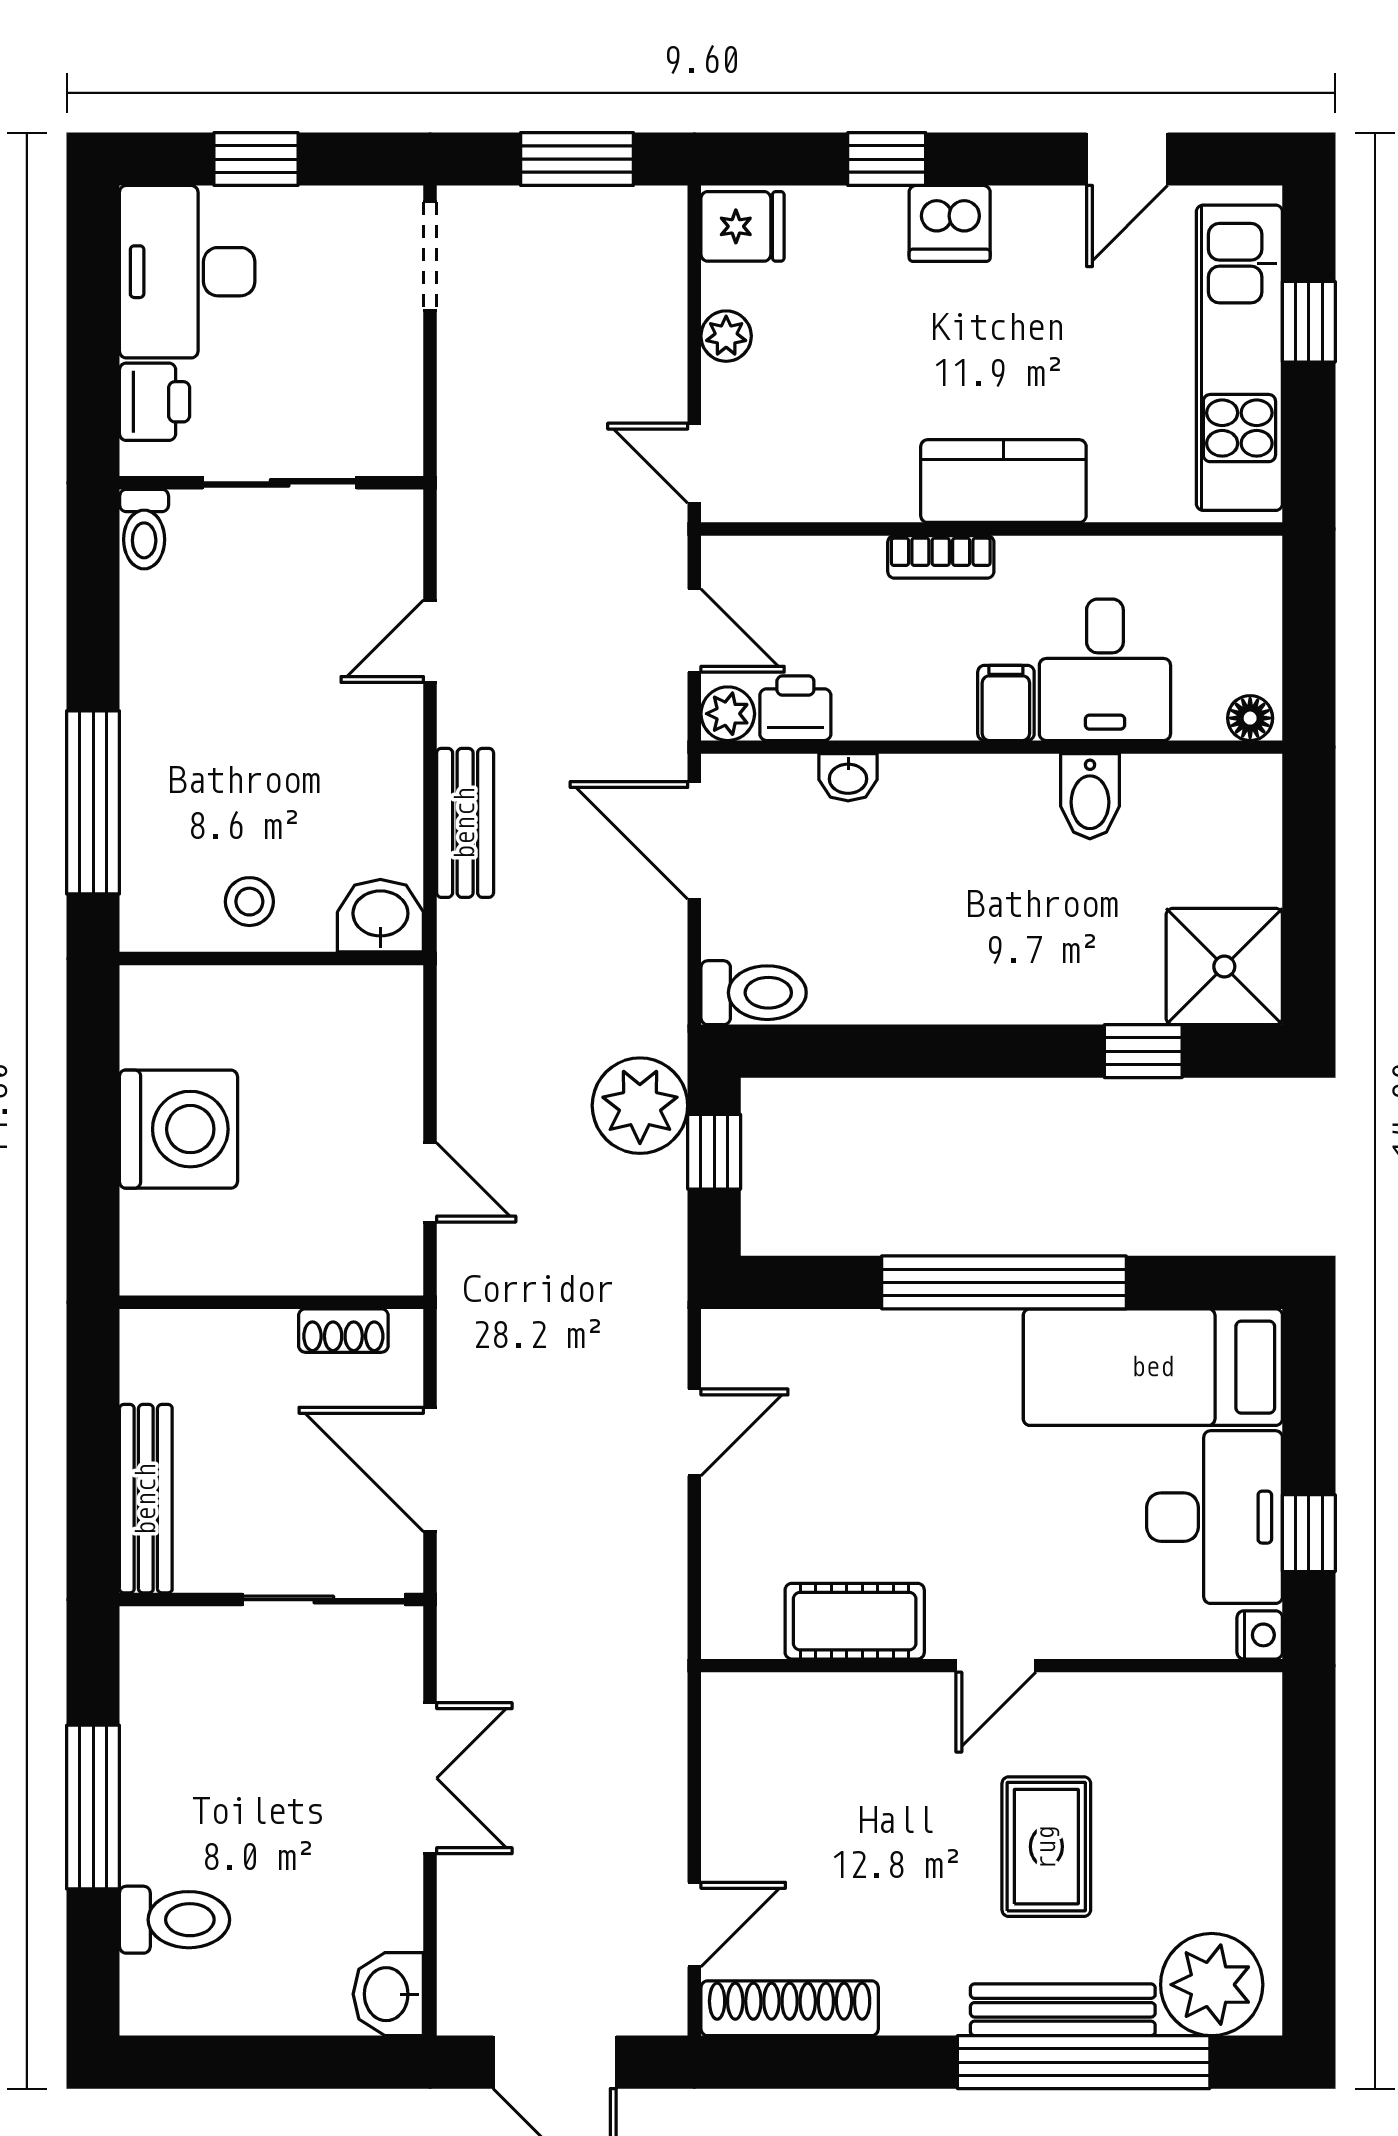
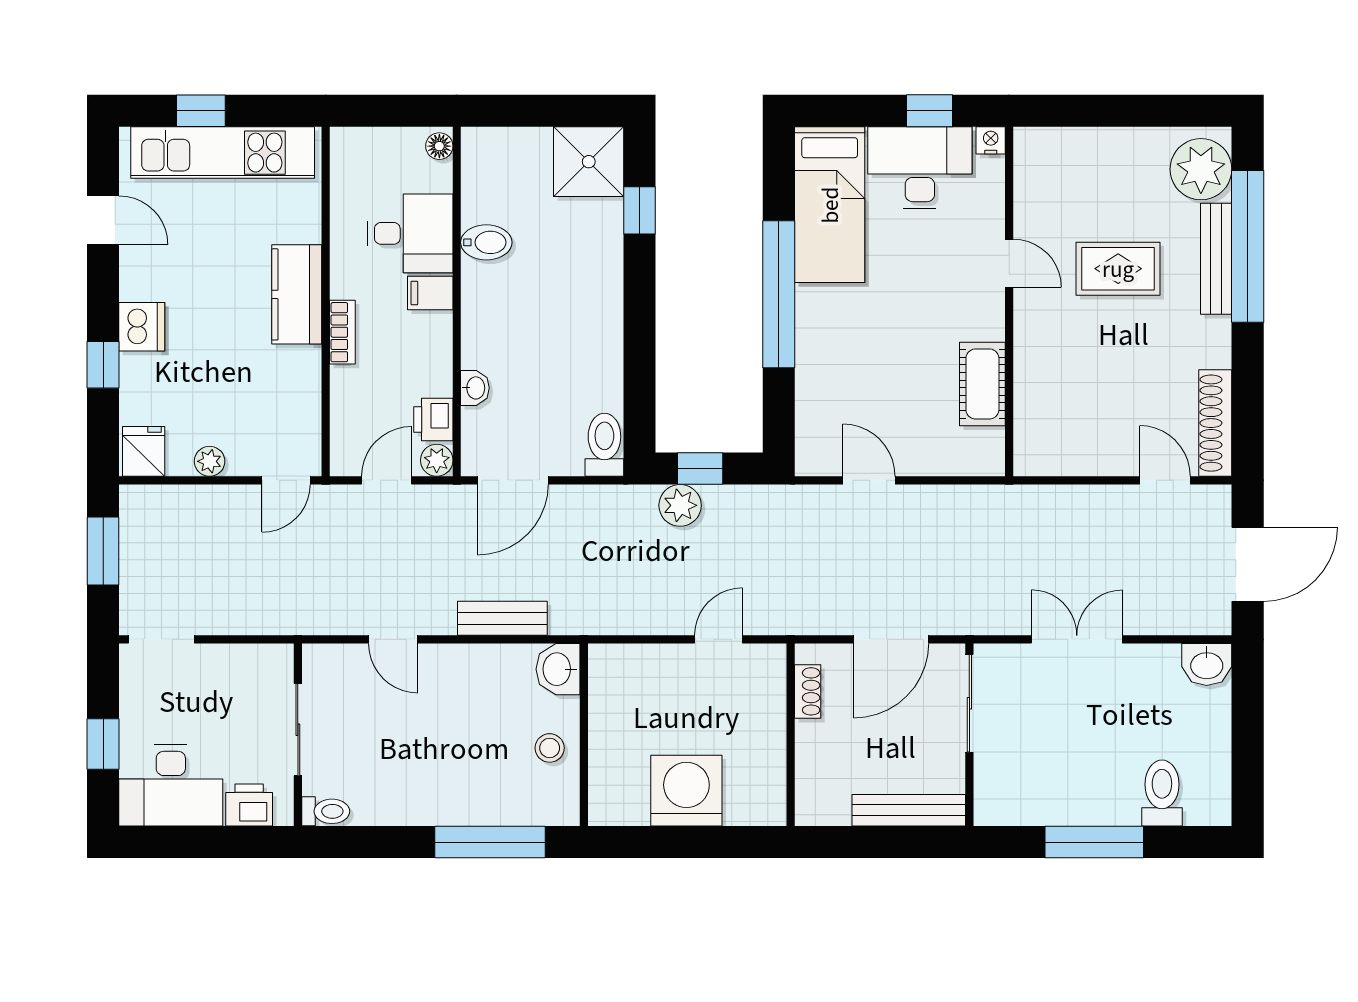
plant: (640, 1106) -> (680, 505), width x0.73, depth x0.73
door: (996, 1666) -> (1009, 263), moved

